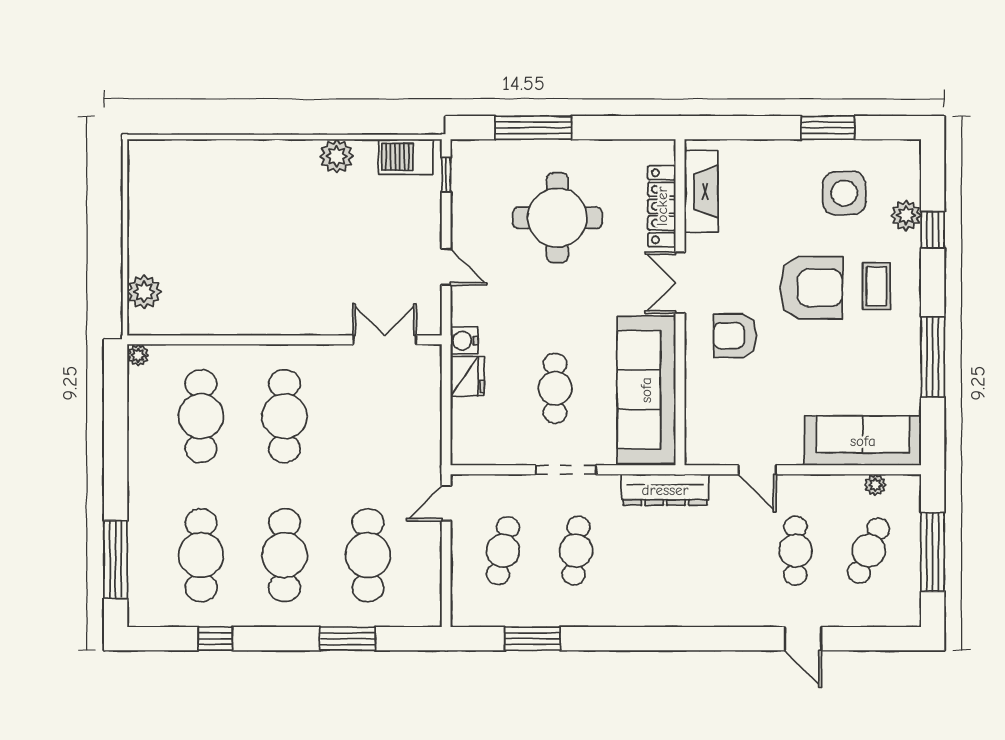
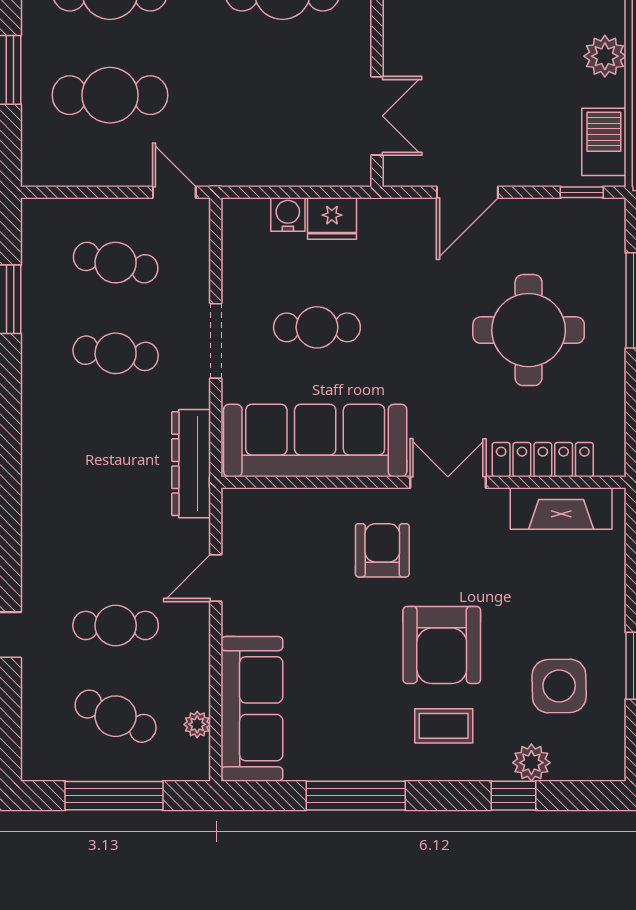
door: (446, 267) -> (467, 192), width x1.38
water cooler: (464, 341) -> (288, 215), moved

